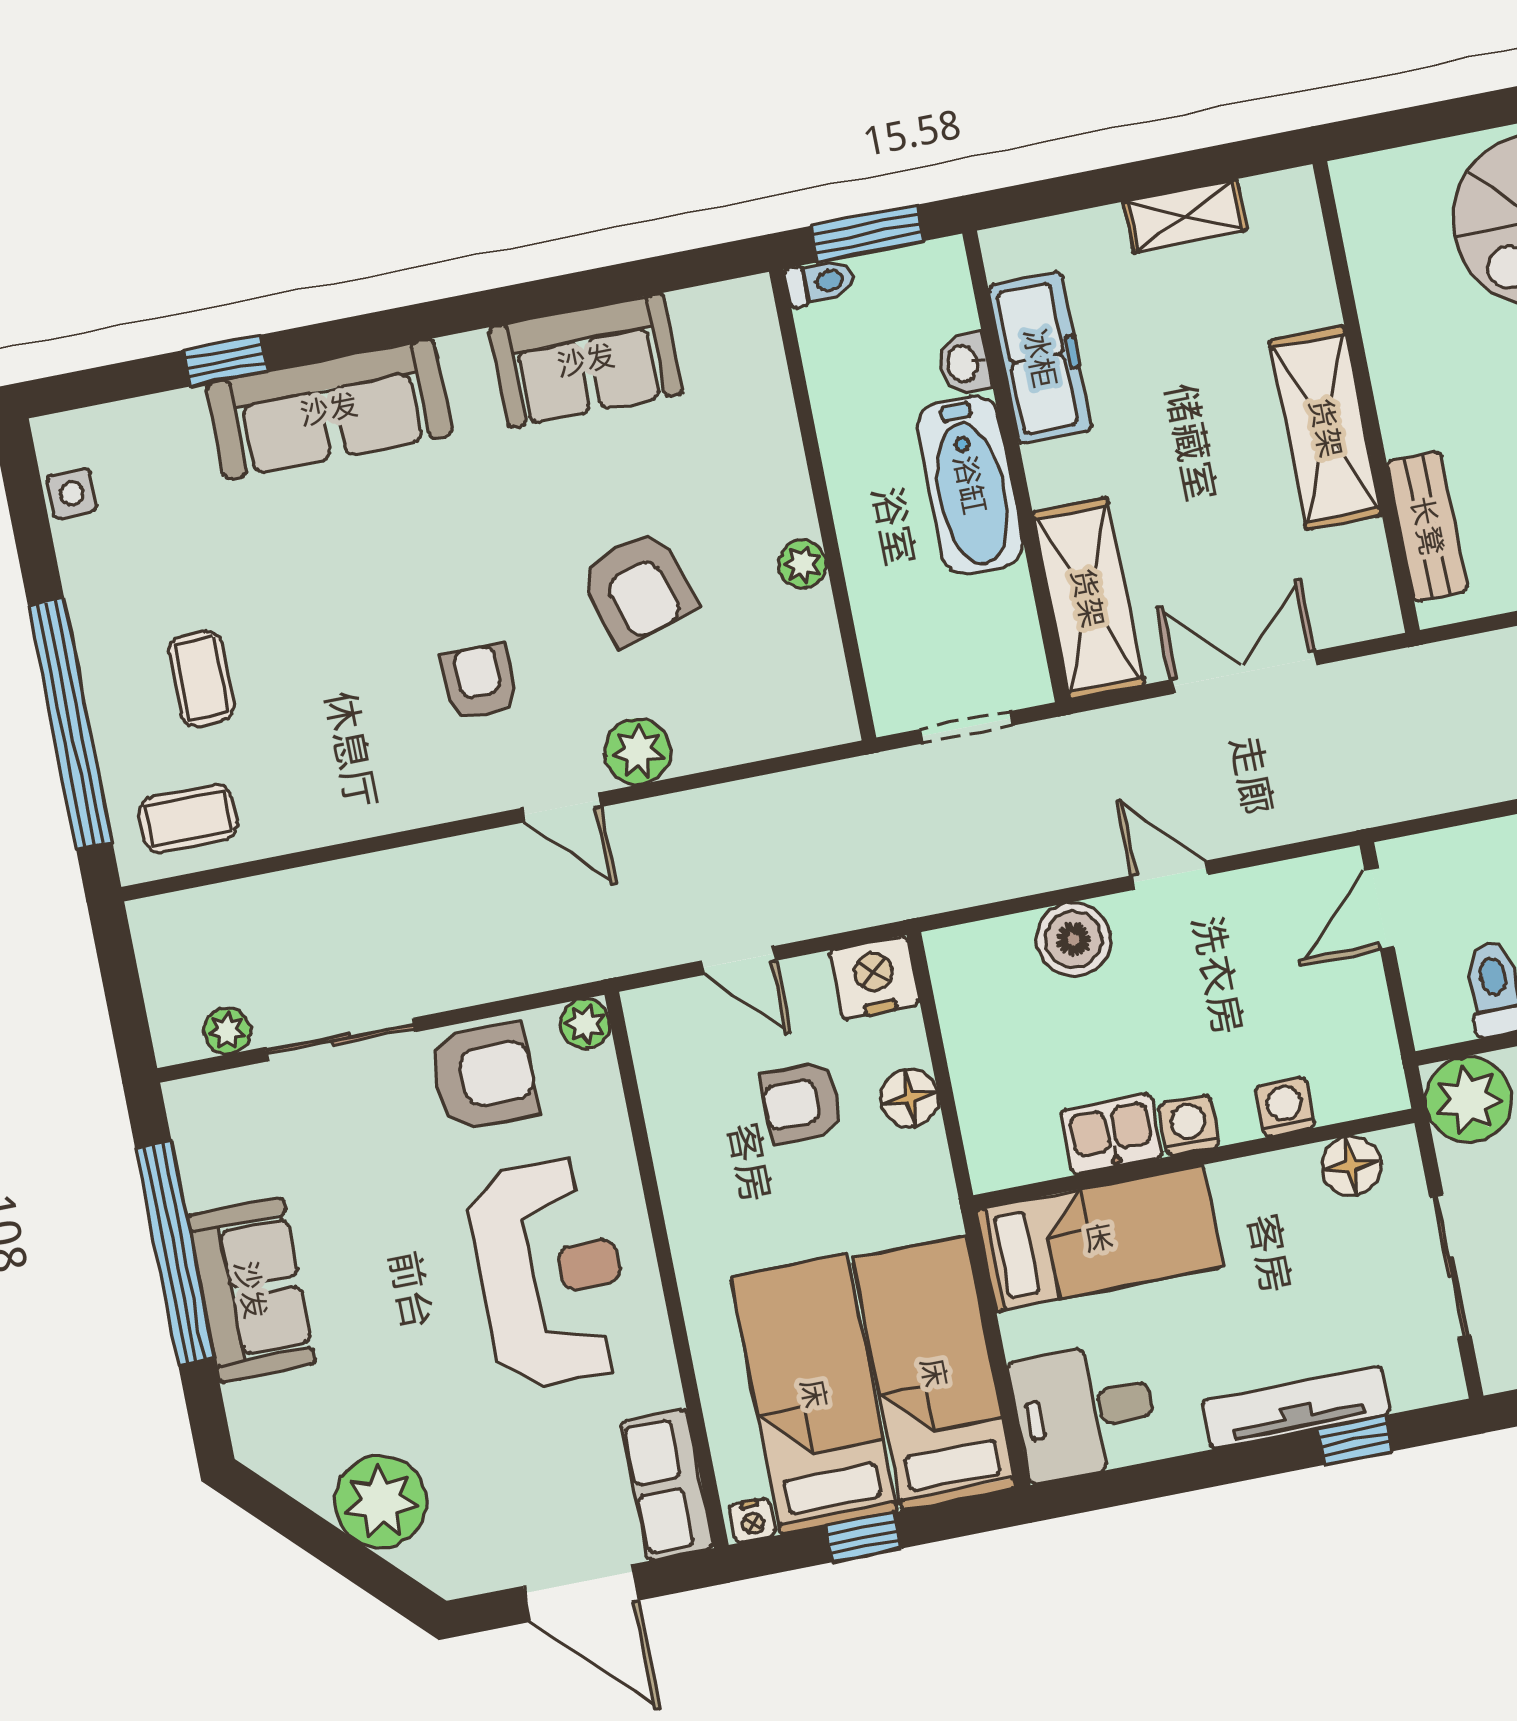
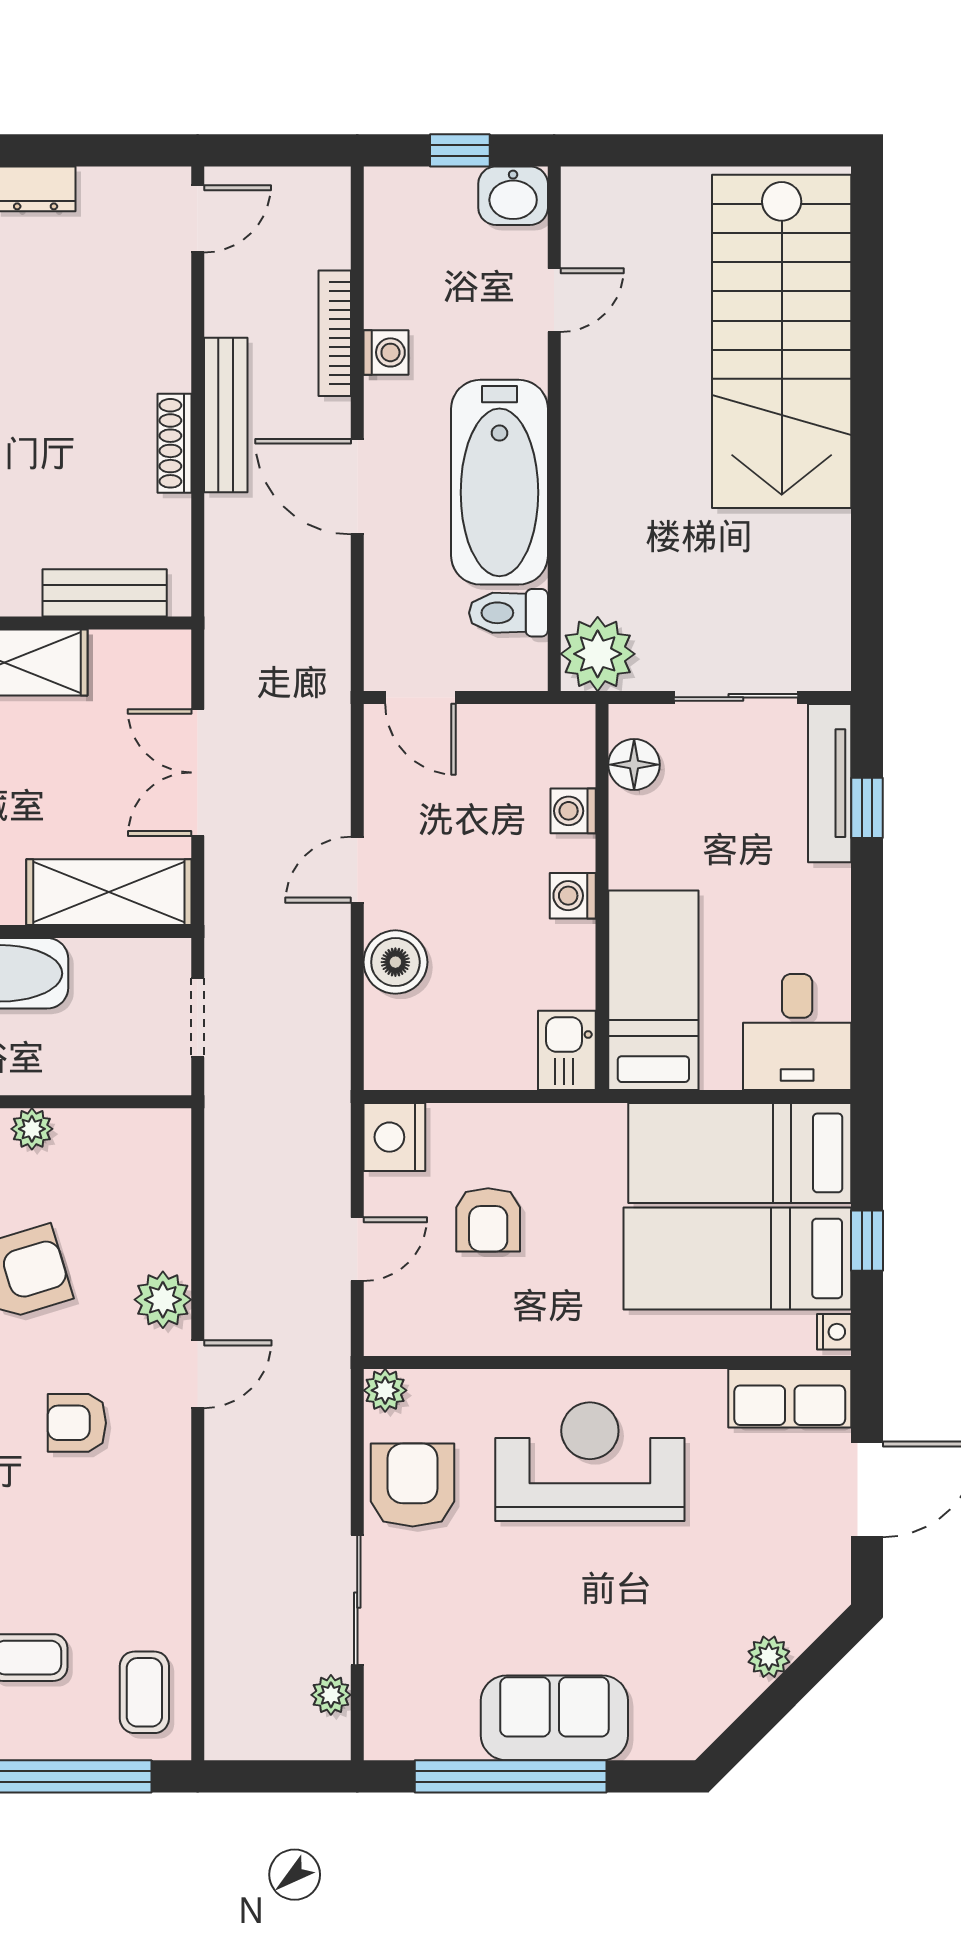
floor lamp: (909, 1098) -> (502, 1128), removed
kitchen sink: (1111, 1134) -> (567, 1050), moved
tv unit: (1296, 1407) -> (830, 783), moved
plant: (381, 1502) -> (769, 1657), width x0.53, depth x0.53

